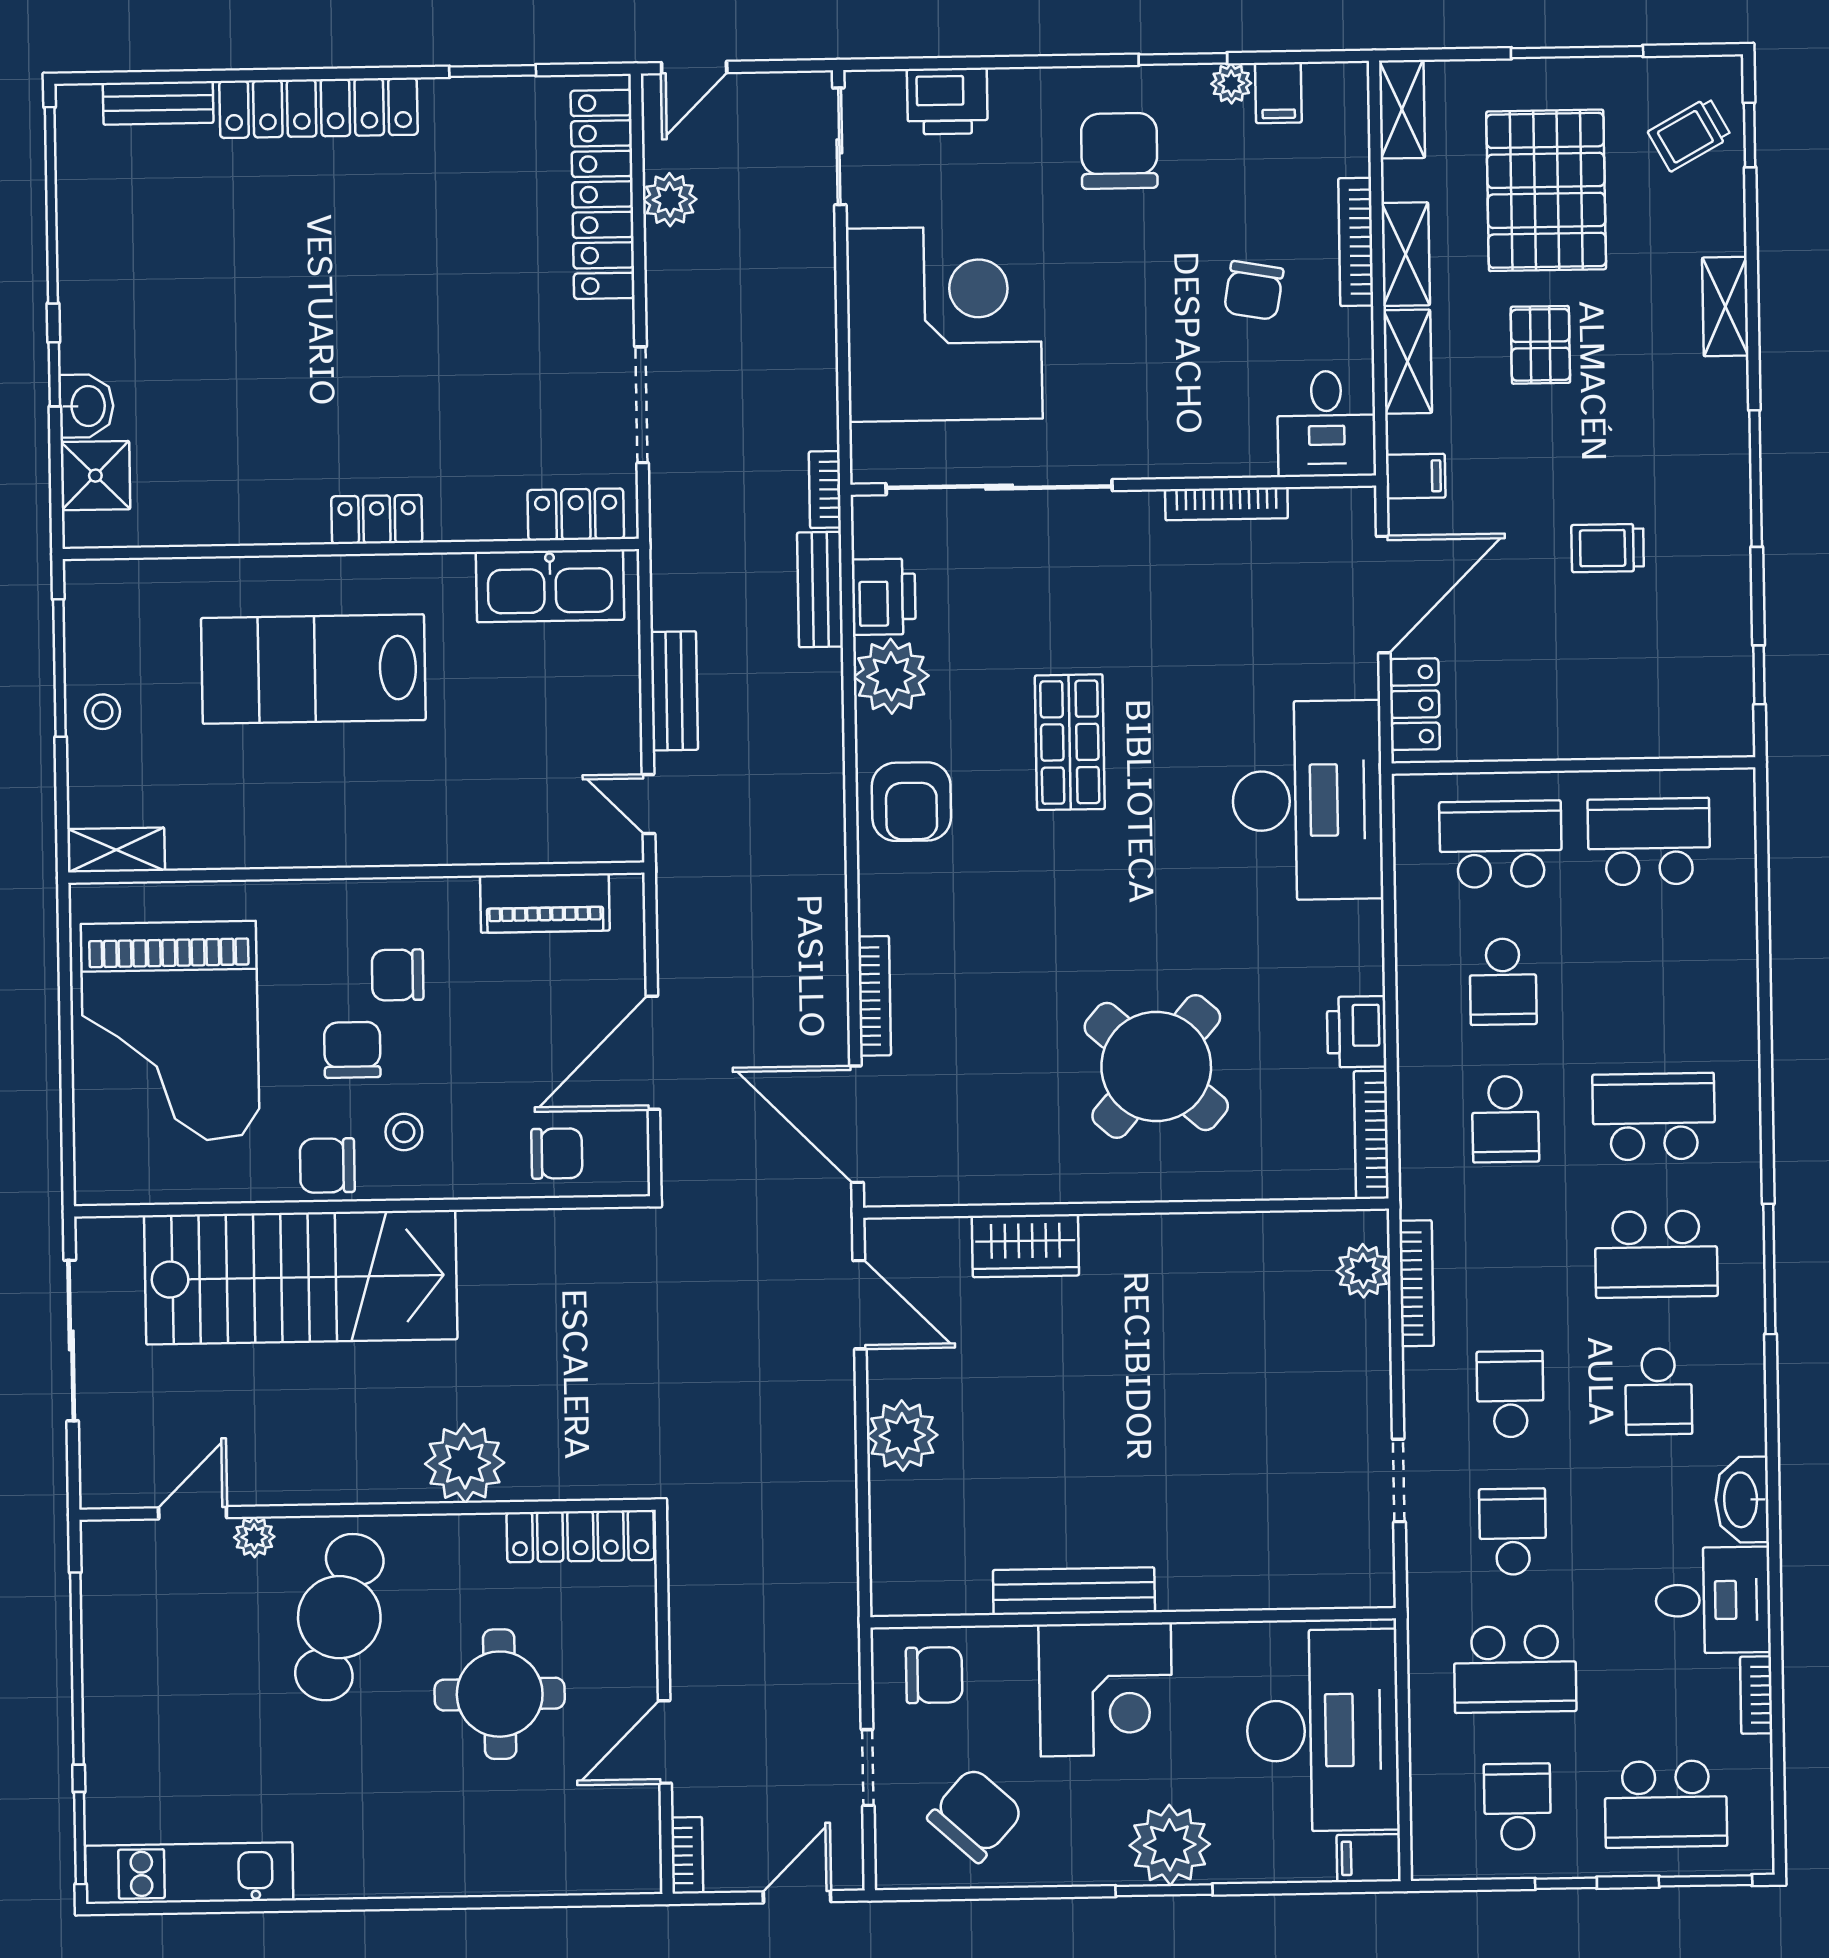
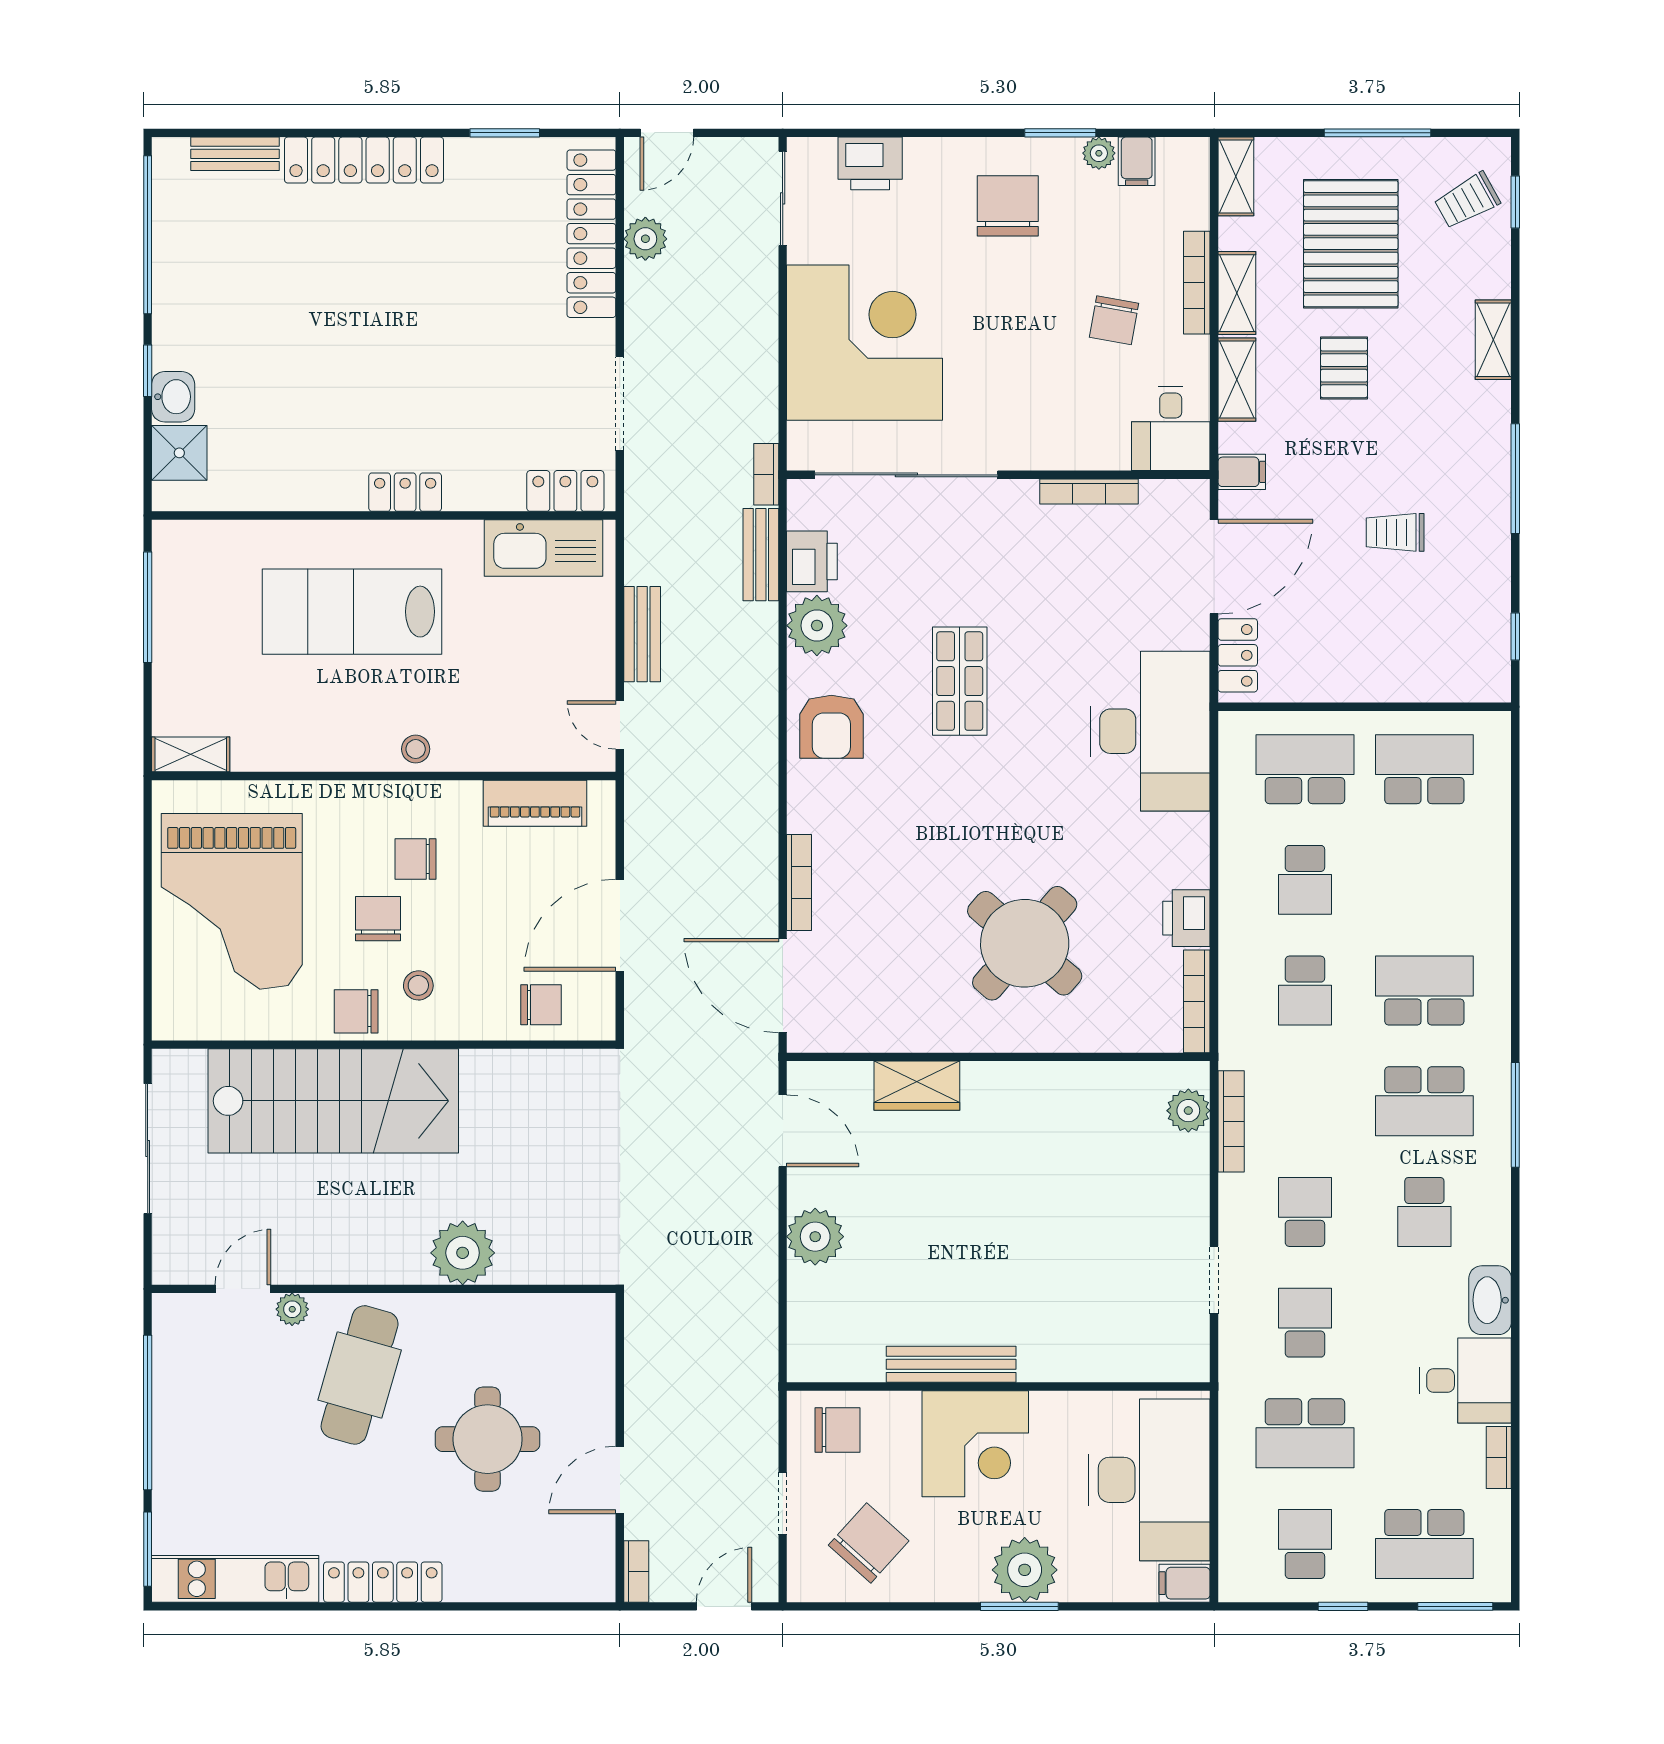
stool: (102, 712) -> (416, 749), moved
locker: (580, 1536) -> (383, 1582), moved, turned 180

